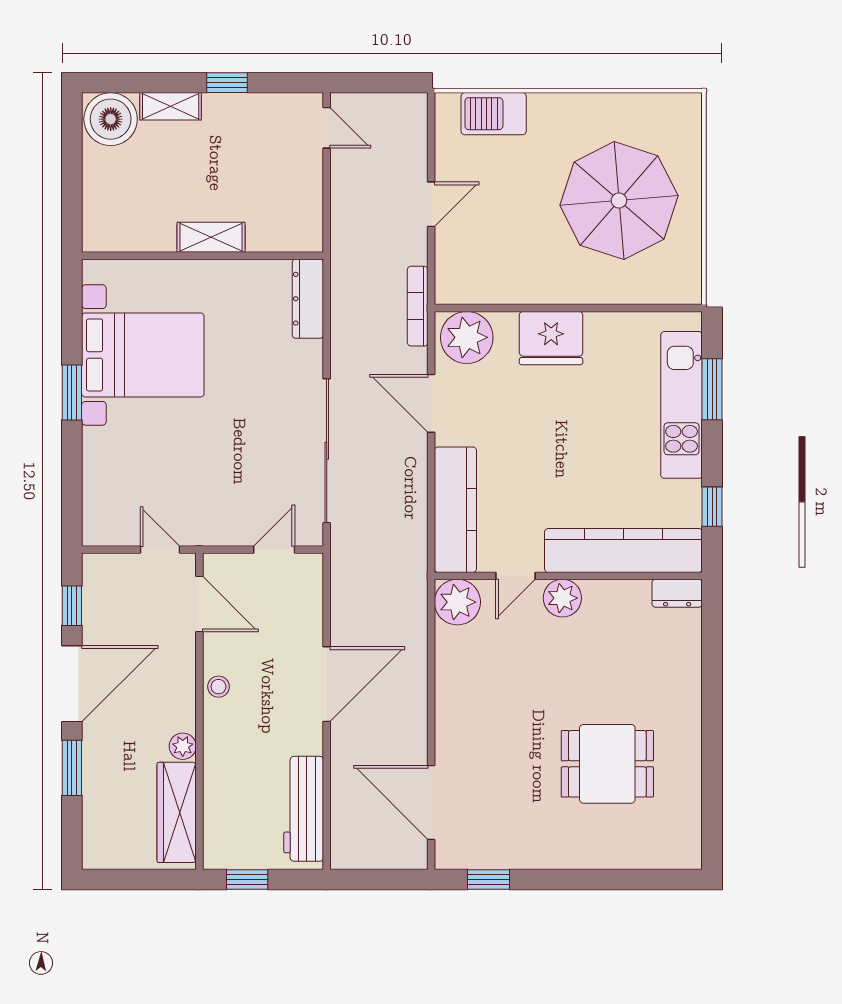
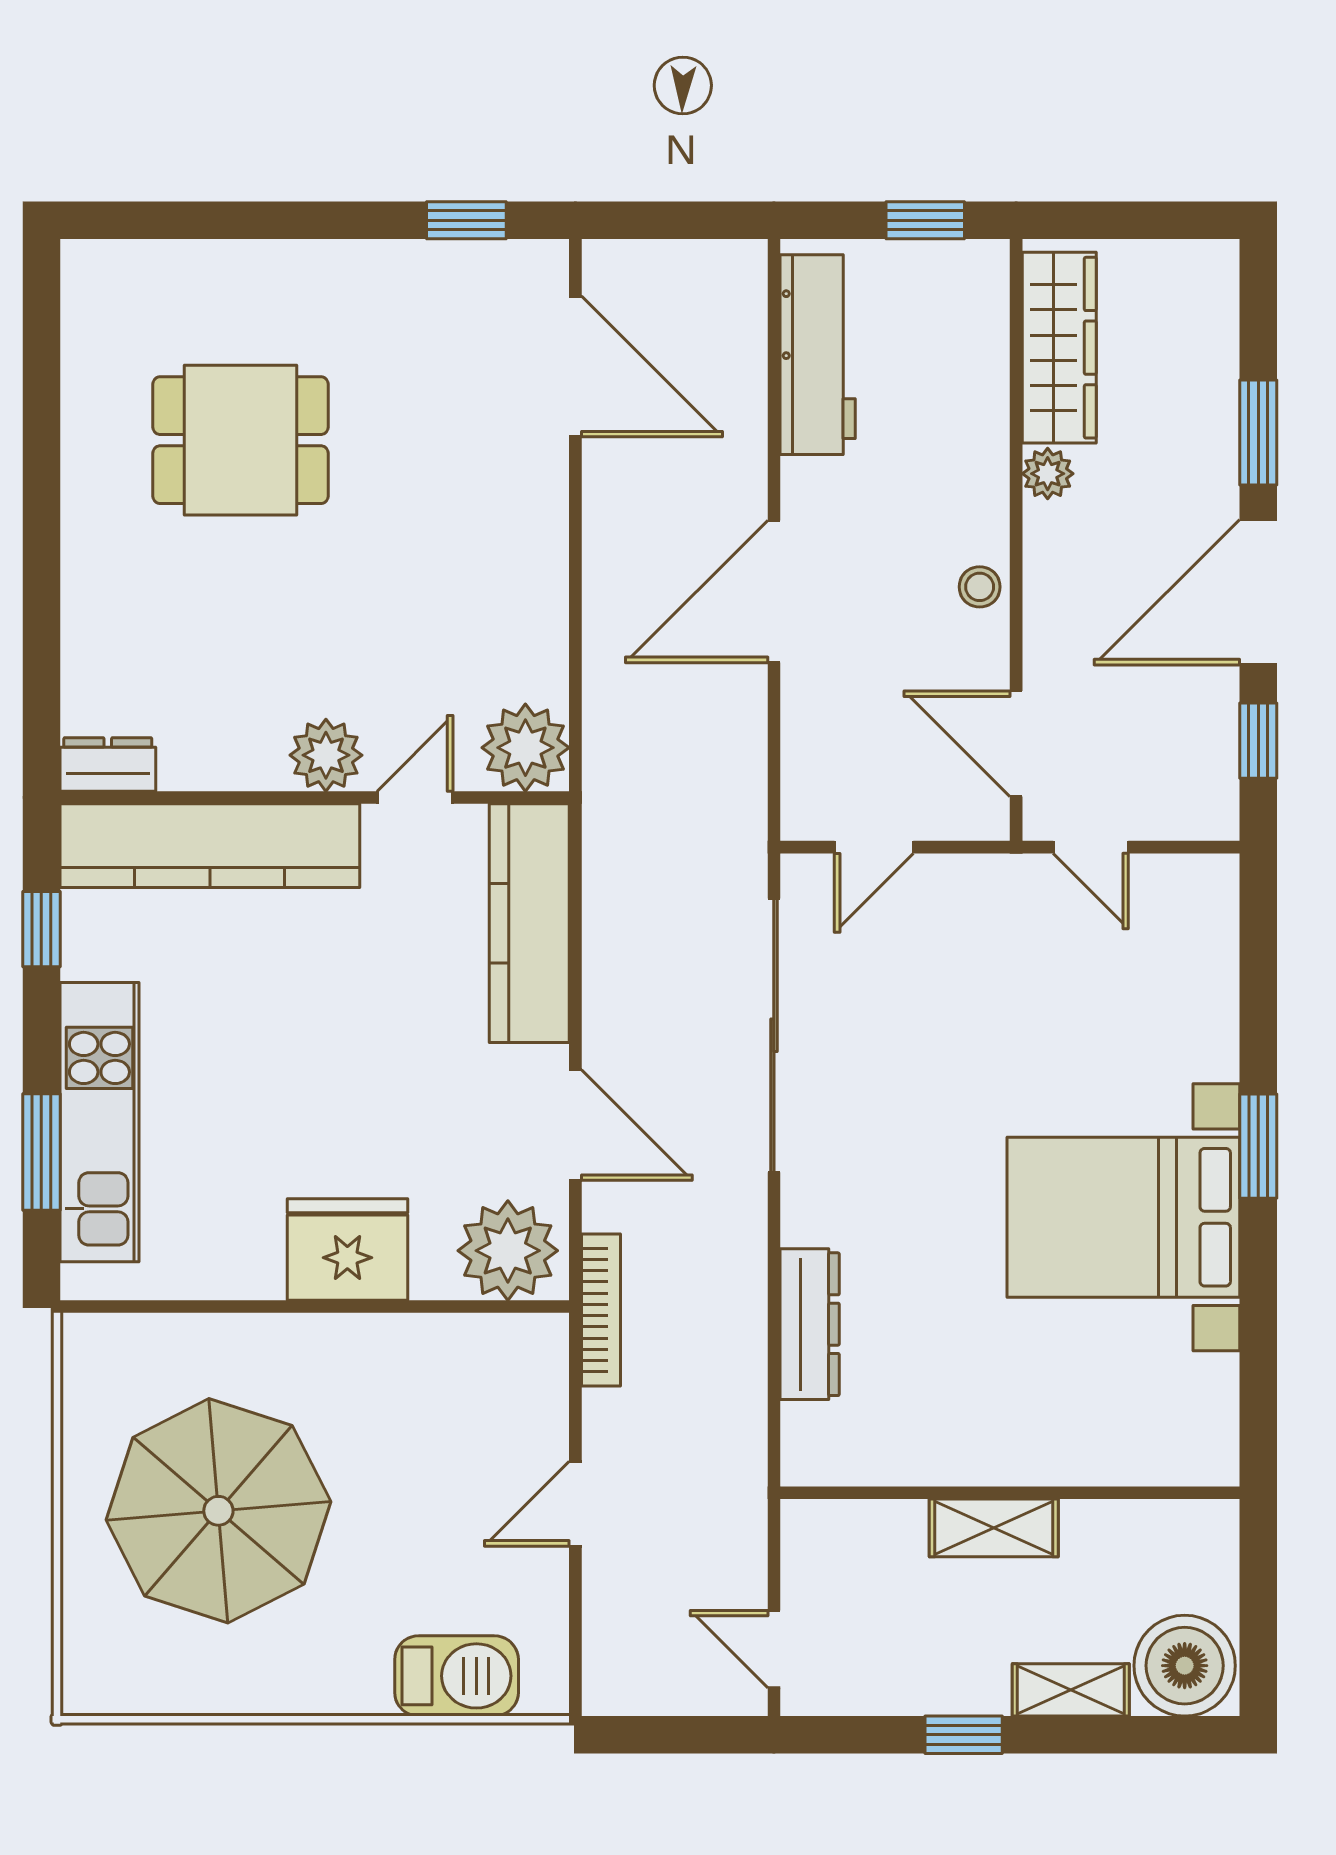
shelving: (211, 237) -> (994, 1528), moved
wall: (203, 256) -> (1010, 1493), moved

